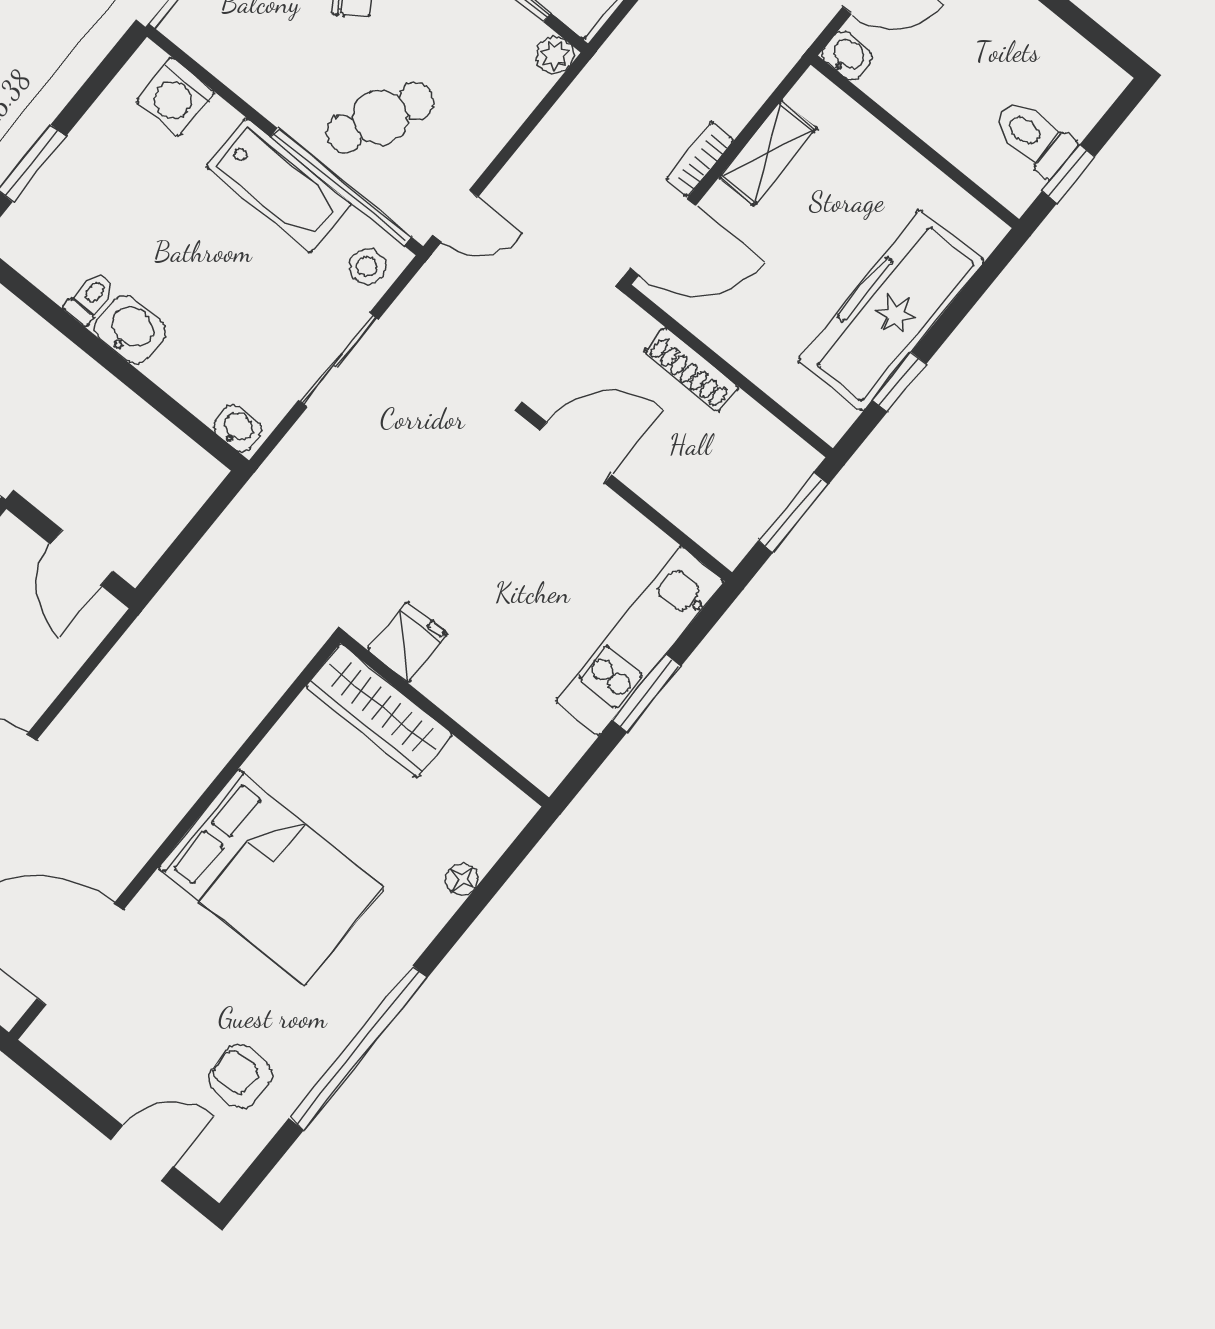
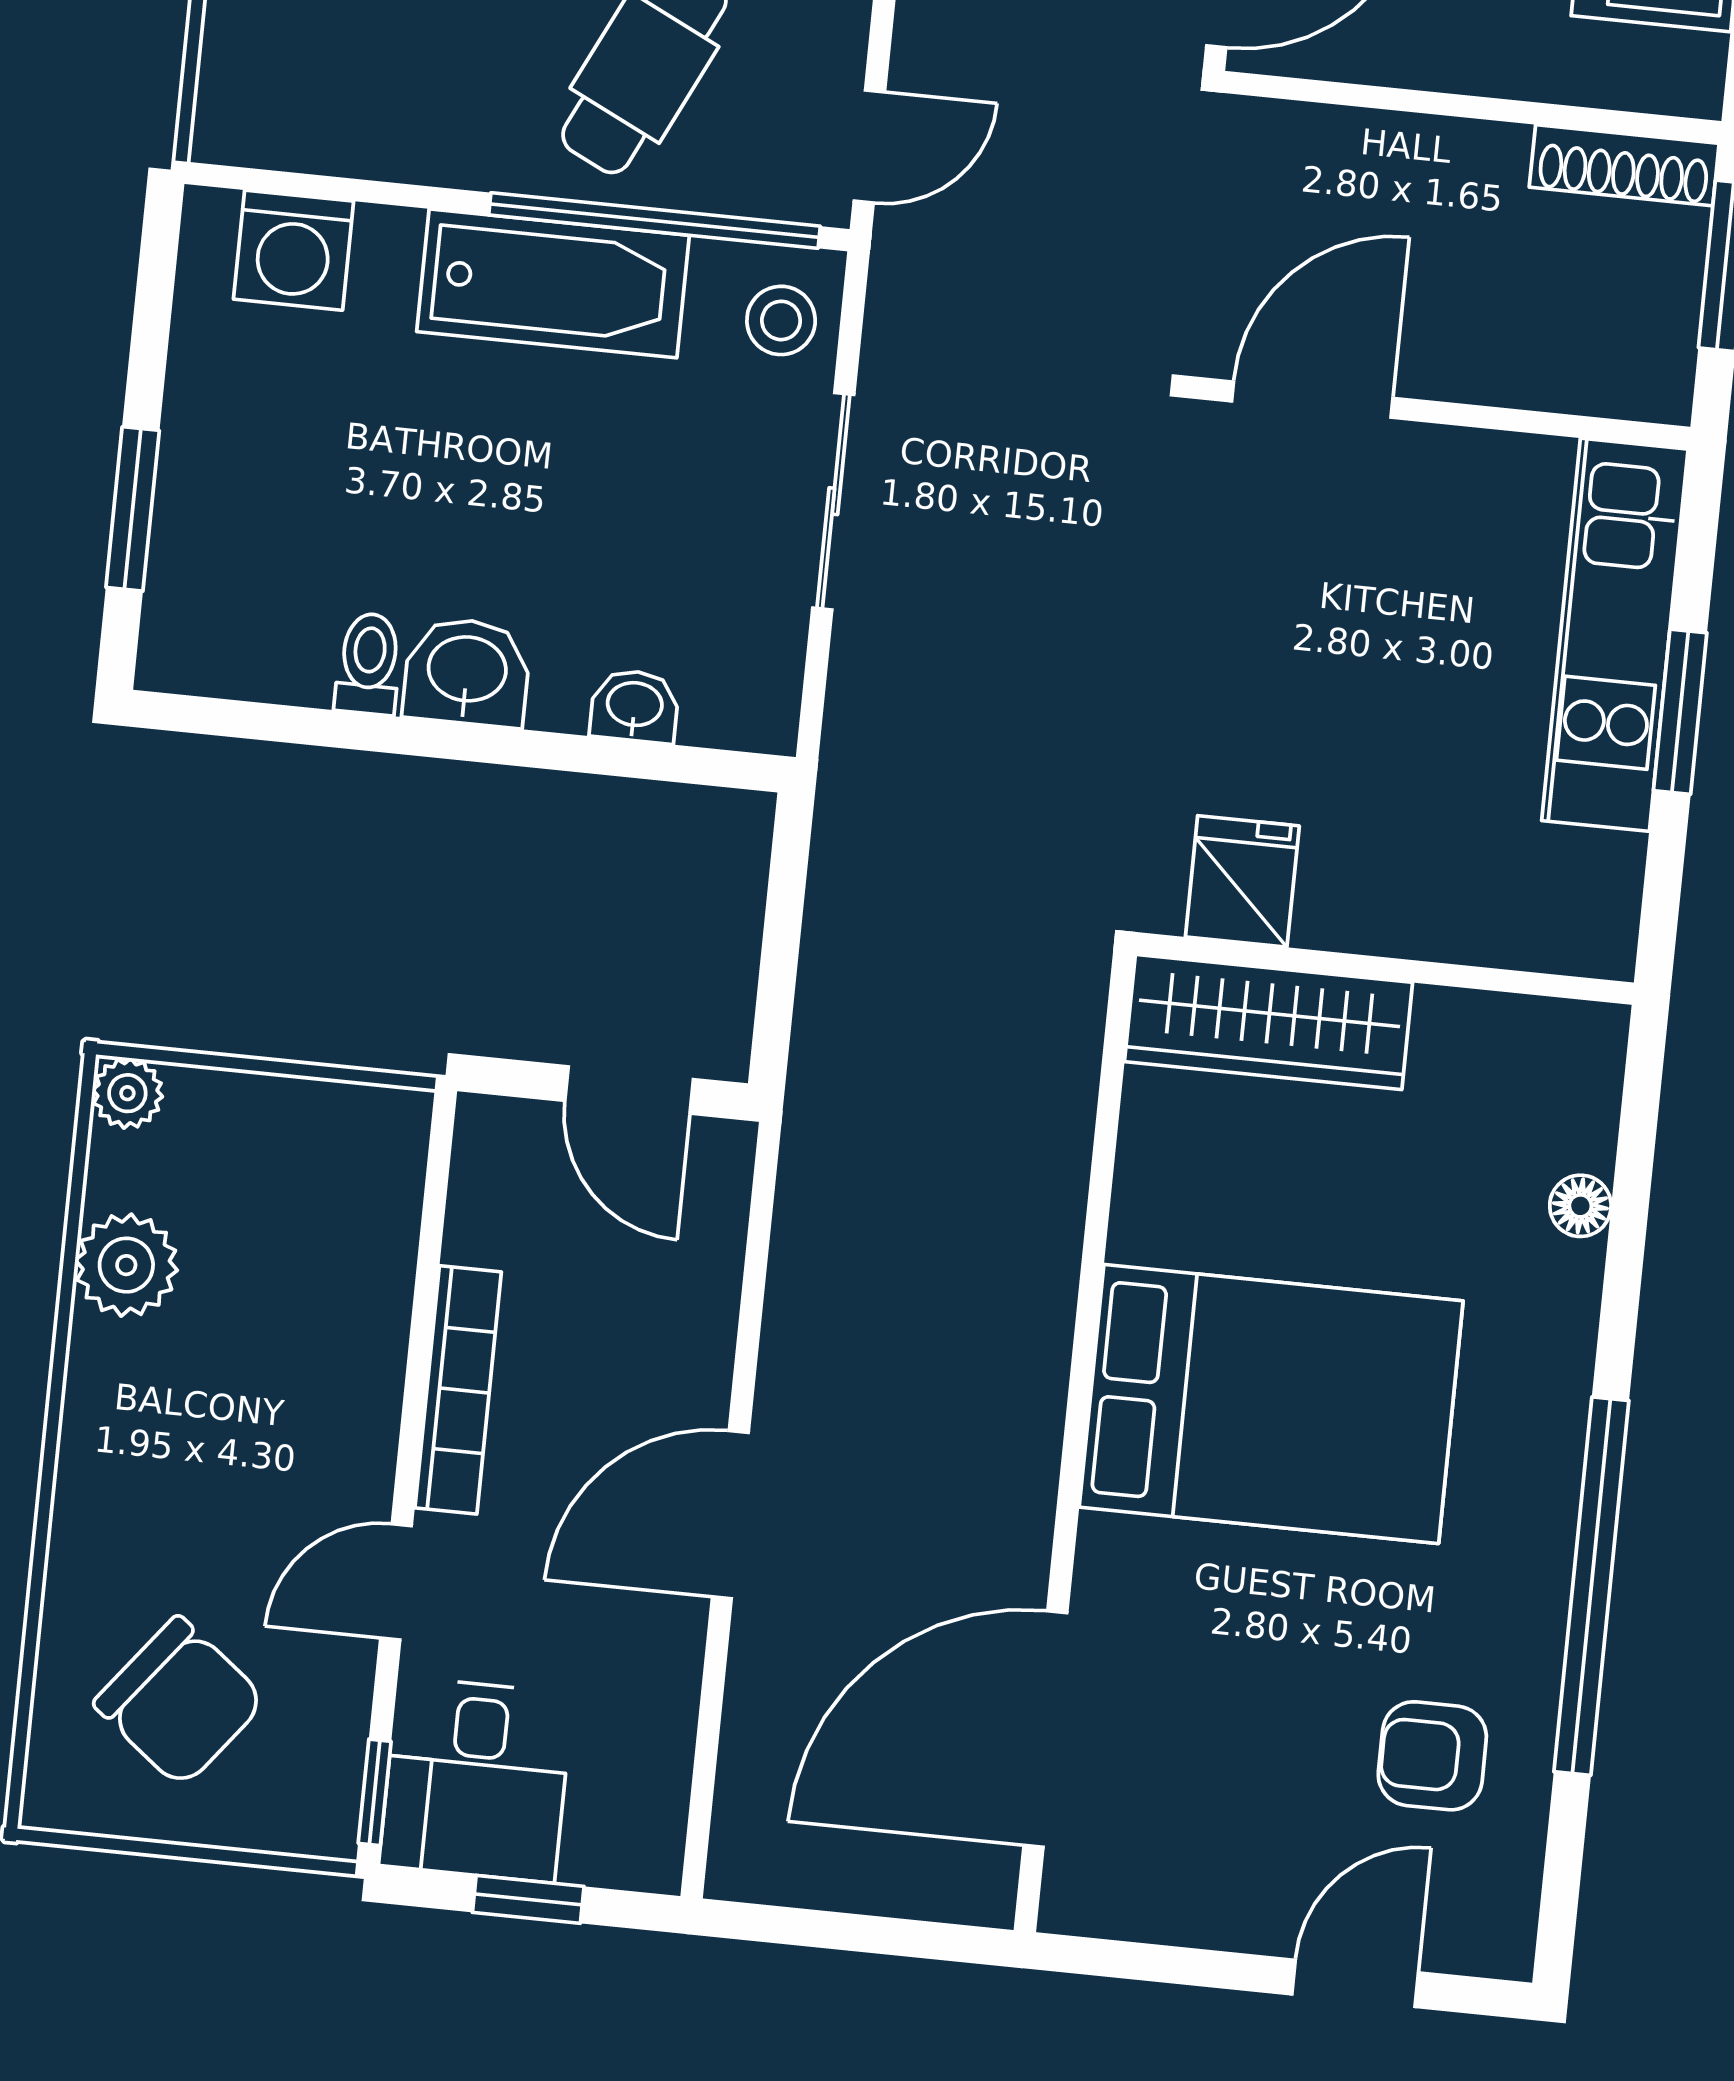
shoe rack: (692, 369) -> (1624, 165), moved
washbasin: (238, 428) -> (635, 706), moved

